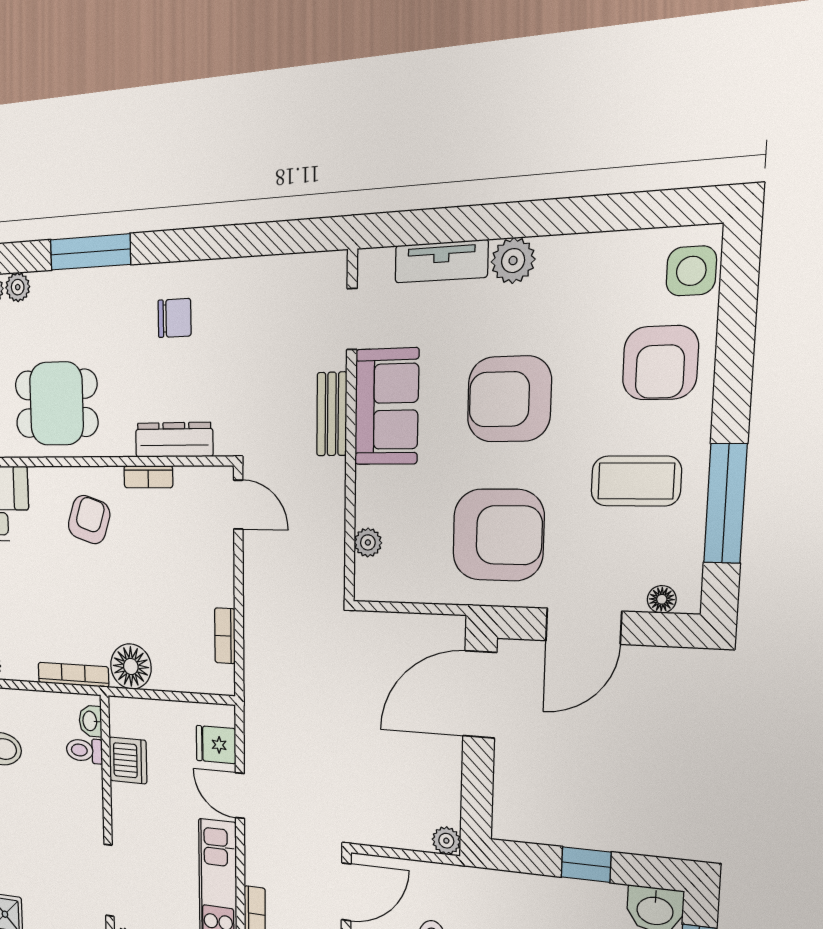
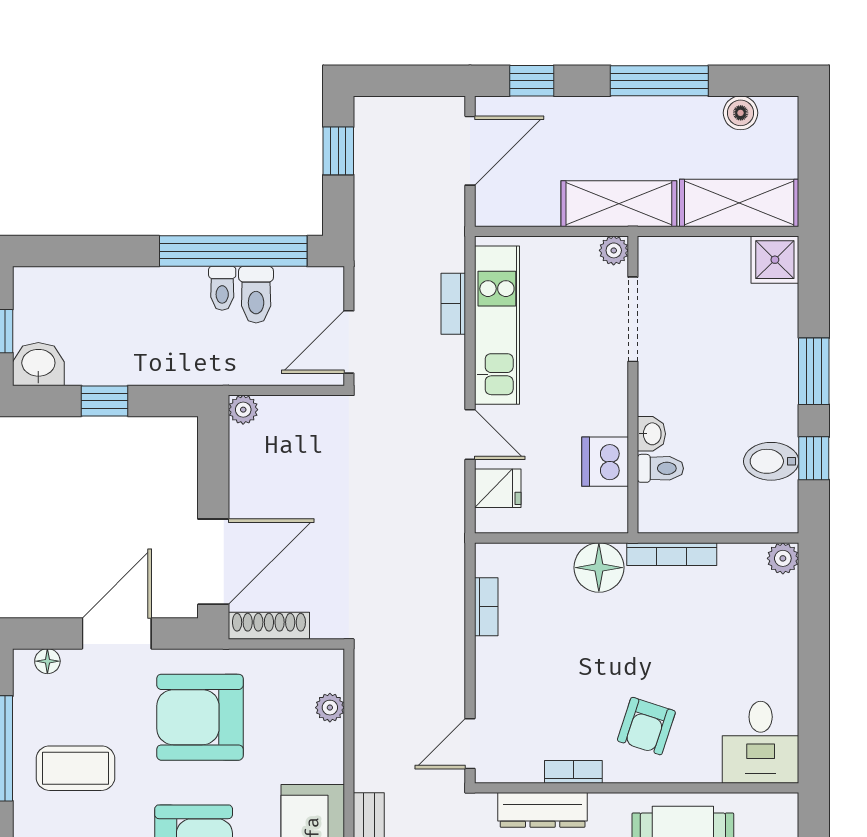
door: (238, 505) -> (470, 744), hinge flipped
shoe rack: (426, 627) -> (269, 626), added
washbasin: (90, 721) -> (651, 434), moved

